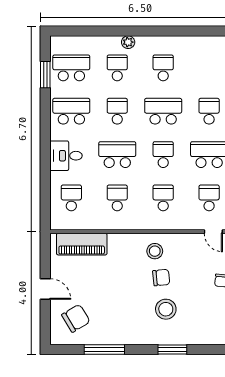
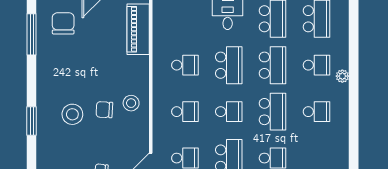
school desk: (117, 111) -> (273, 65), width x1.85
school desk: (71, 198) -> (185, 19), removed
chair: (161, 277) -> (104, 110), turned 99
chair: (76, 318) -> (63, 23), turned -149
window: (104, 350) -> (32, 34), moved

